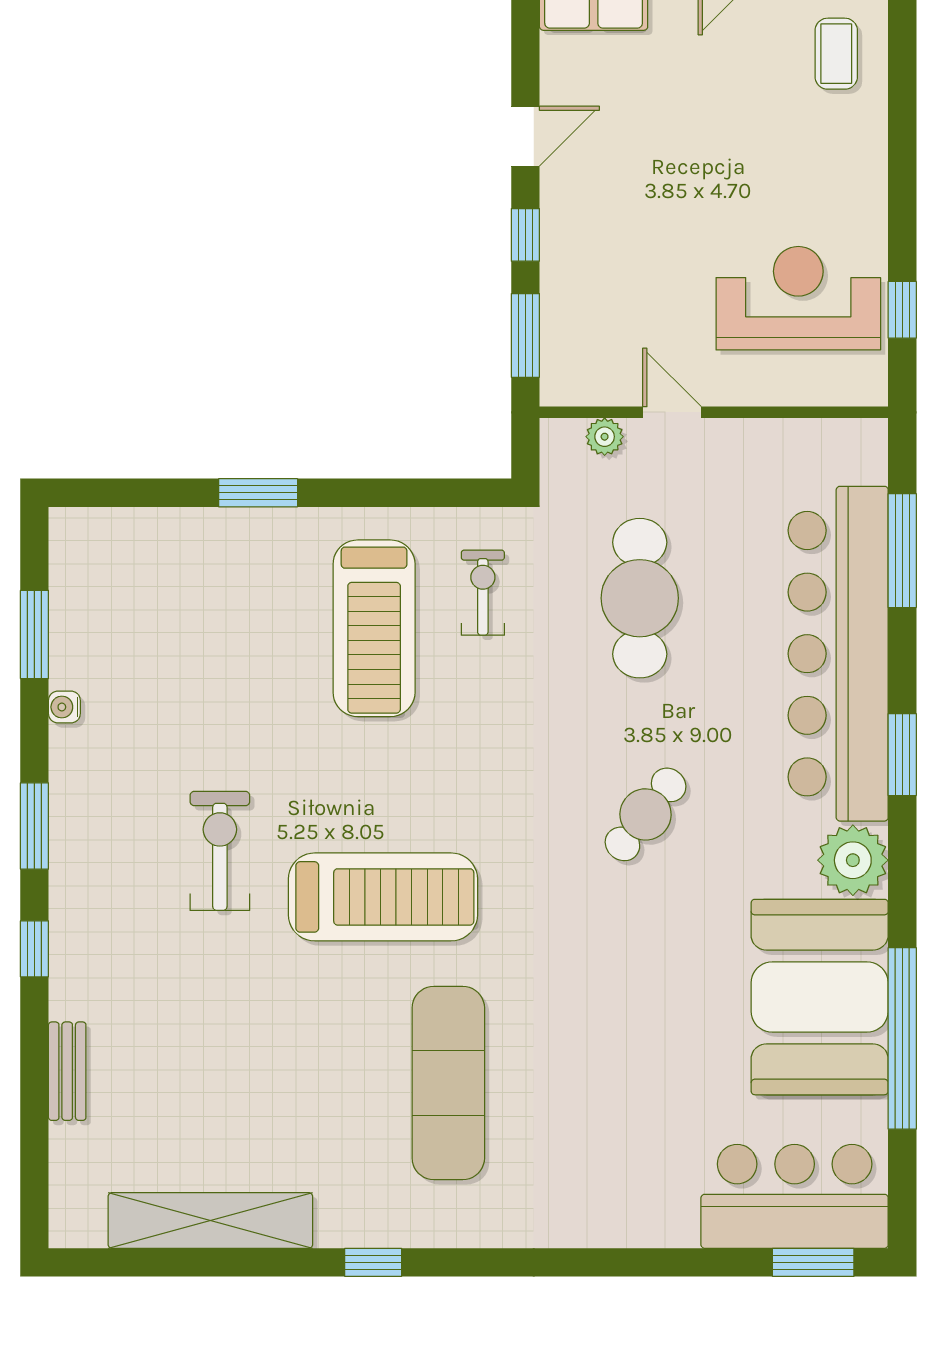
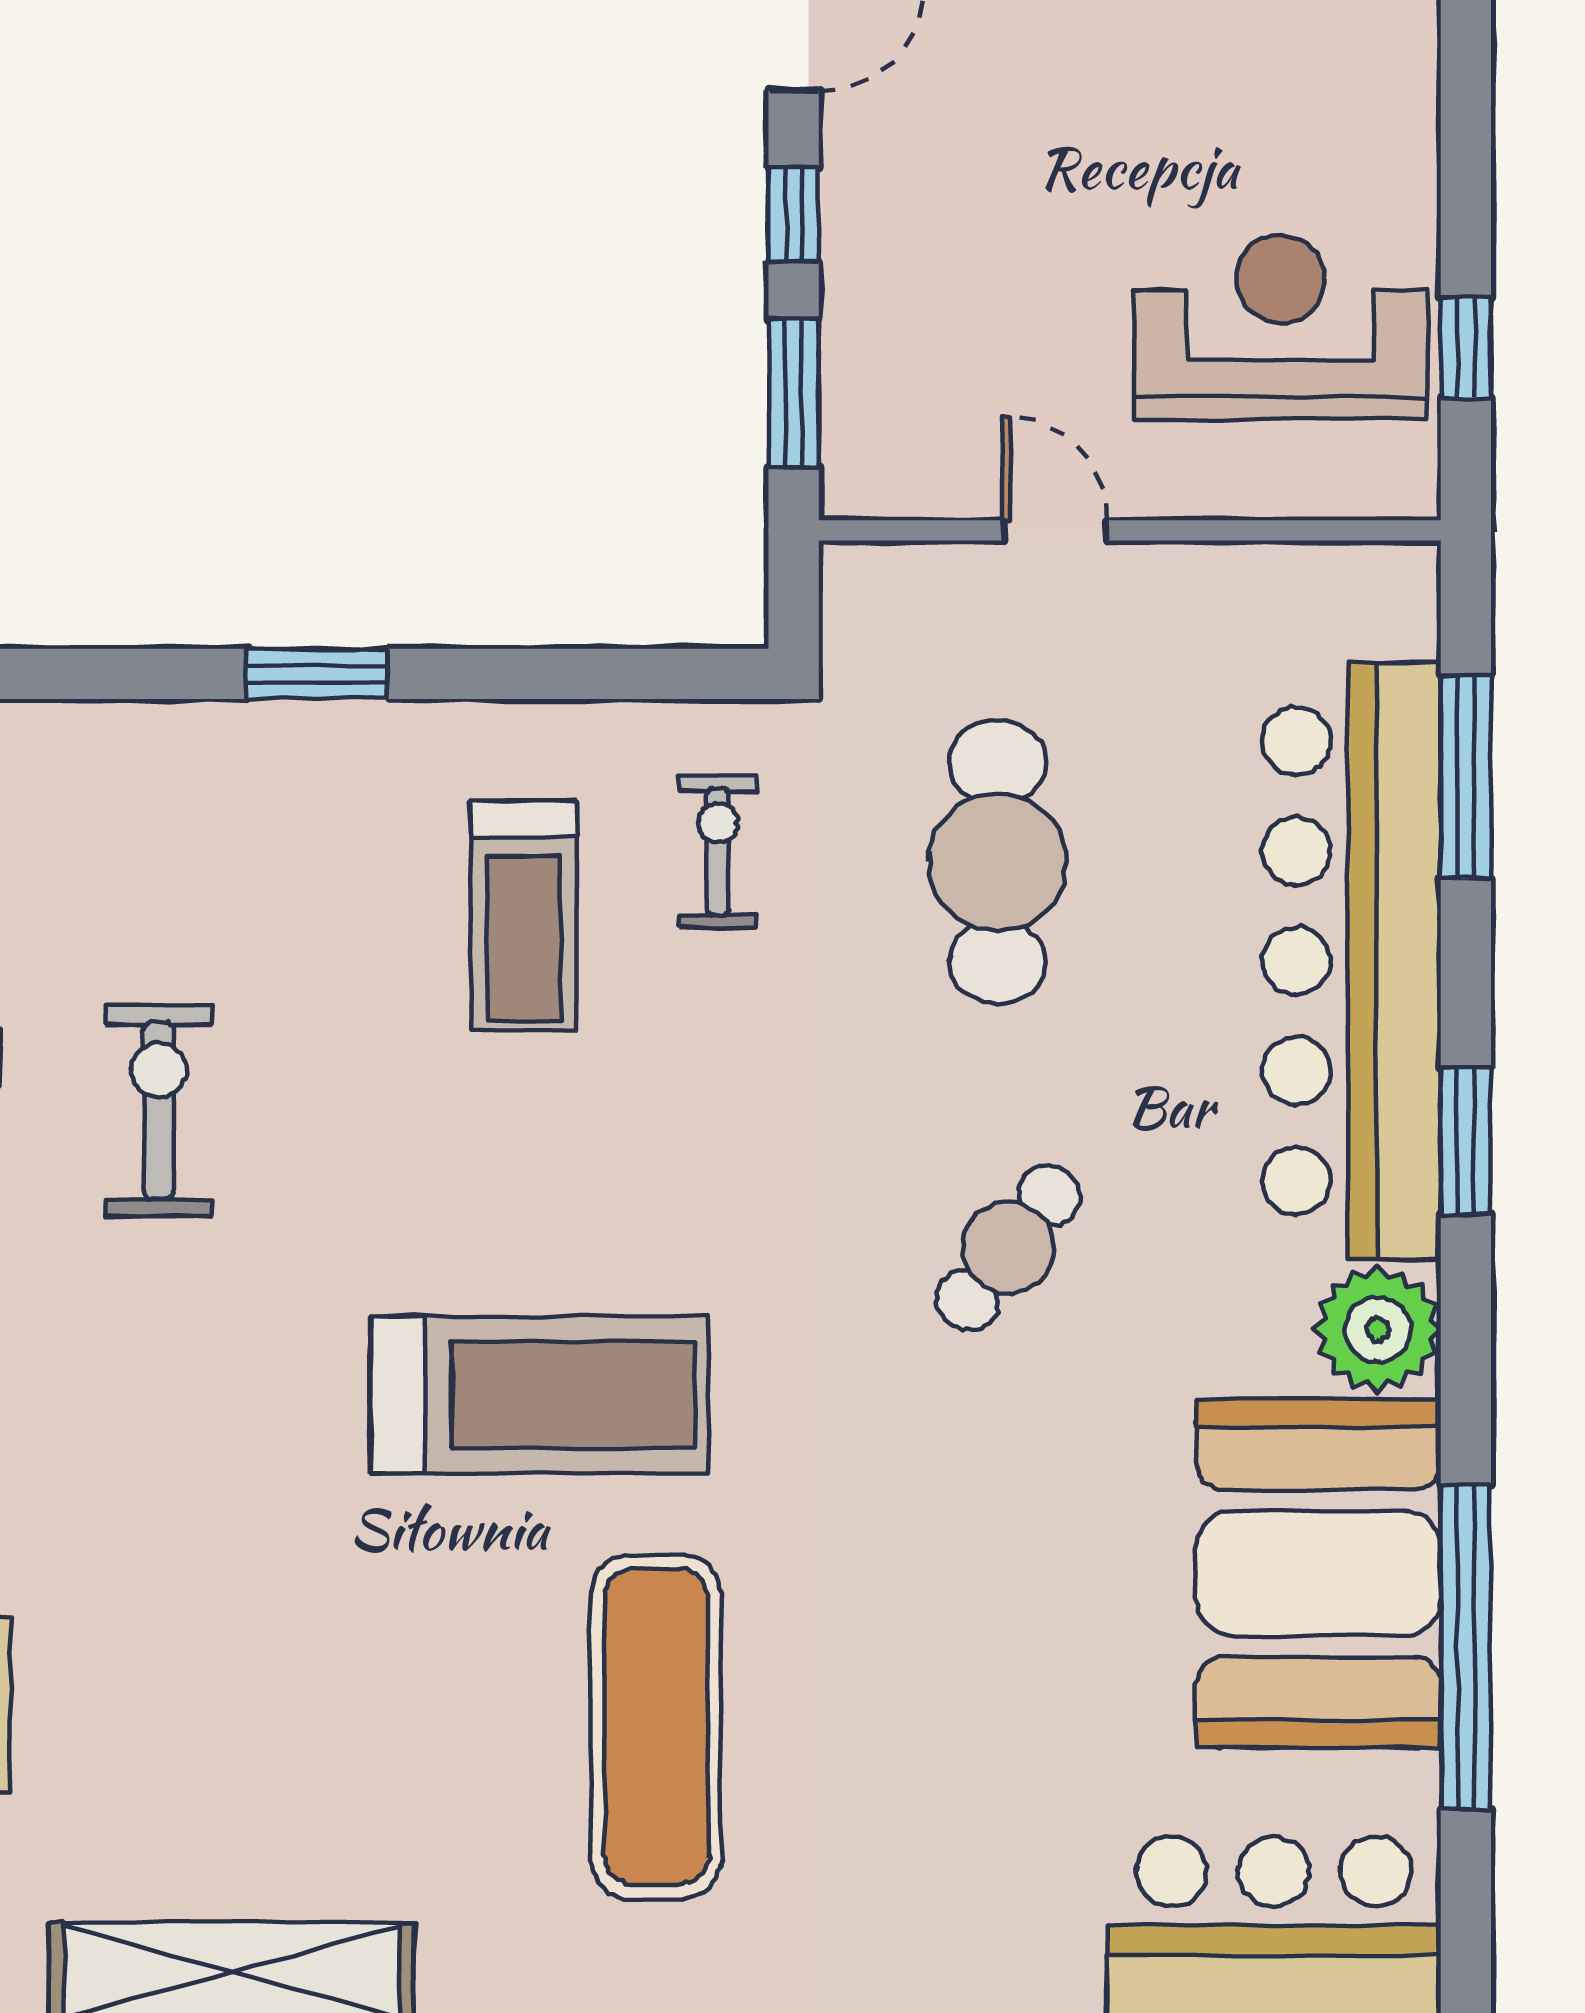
plant: (605, 437) -> (935, 574), removed
treadmill: (374, 628) -> (524, 916), width x0.73, depth x0.73
exercise bike: (220, 851) -> (159, 1110), moved

